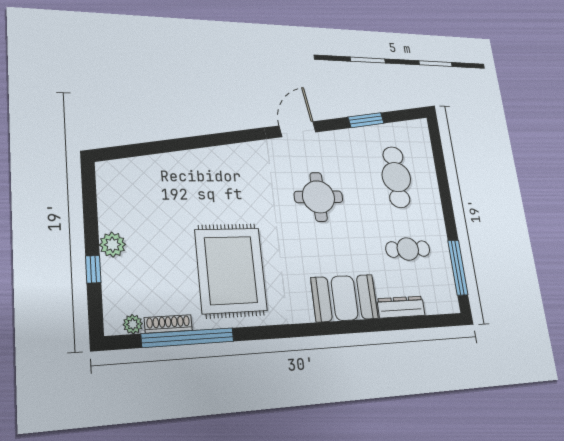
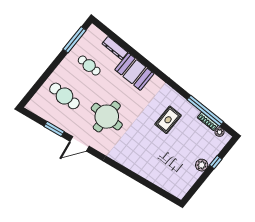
door: (298, 129) -> (80, 144), moved
cafe table: (396, 177) -> (64, 96), turned 90
round table: (319, 197) -> (107, 117), width x1.36, depth x1.36
rug: (231, 270) -> (168, 120), width x0.54, depth x0.49

